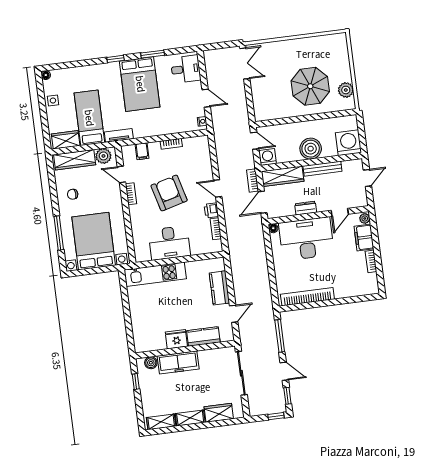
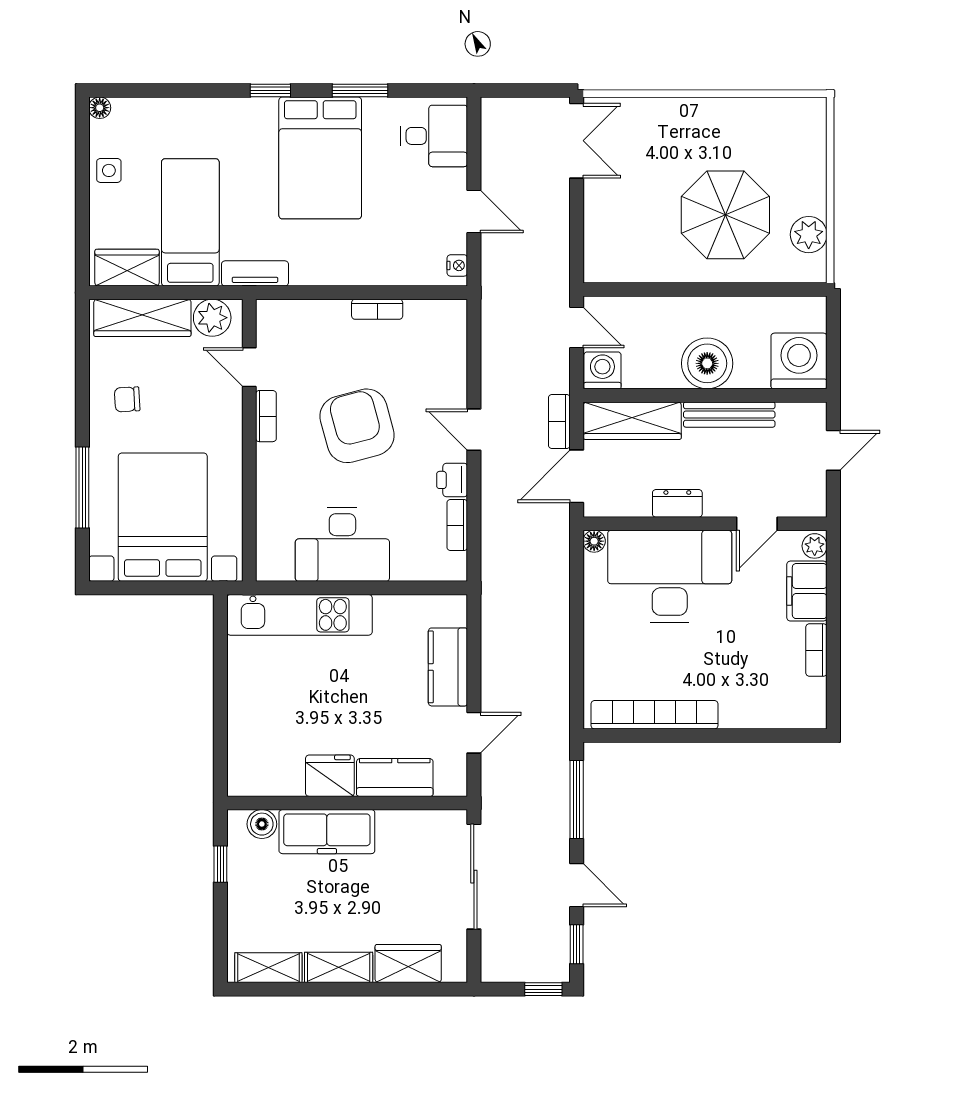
filing cabinet: (142, 151) -> (305, 318), removed

